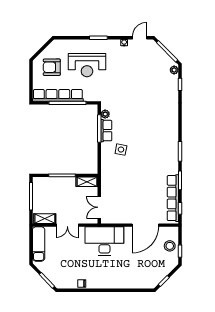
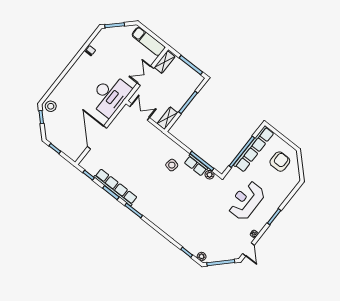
reception desk: (87, 65) -> (246, 201), moved
row of seats: (173, 198) -> (116, 187), moved
stool: (170, 246) -> (51, 106), moved

